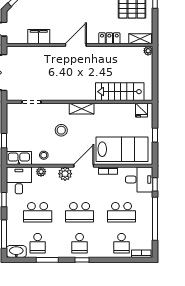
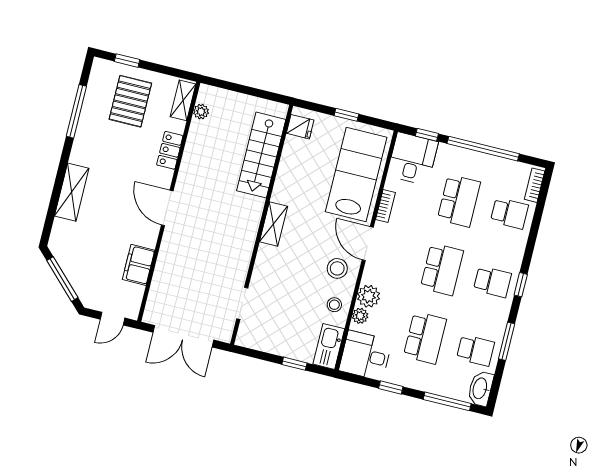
plant: (148, 51) -> (201, 112), moved
stool: (61, 130) -> (337, 268), moved
plant: (65, 174) -> (369, 296), moved

